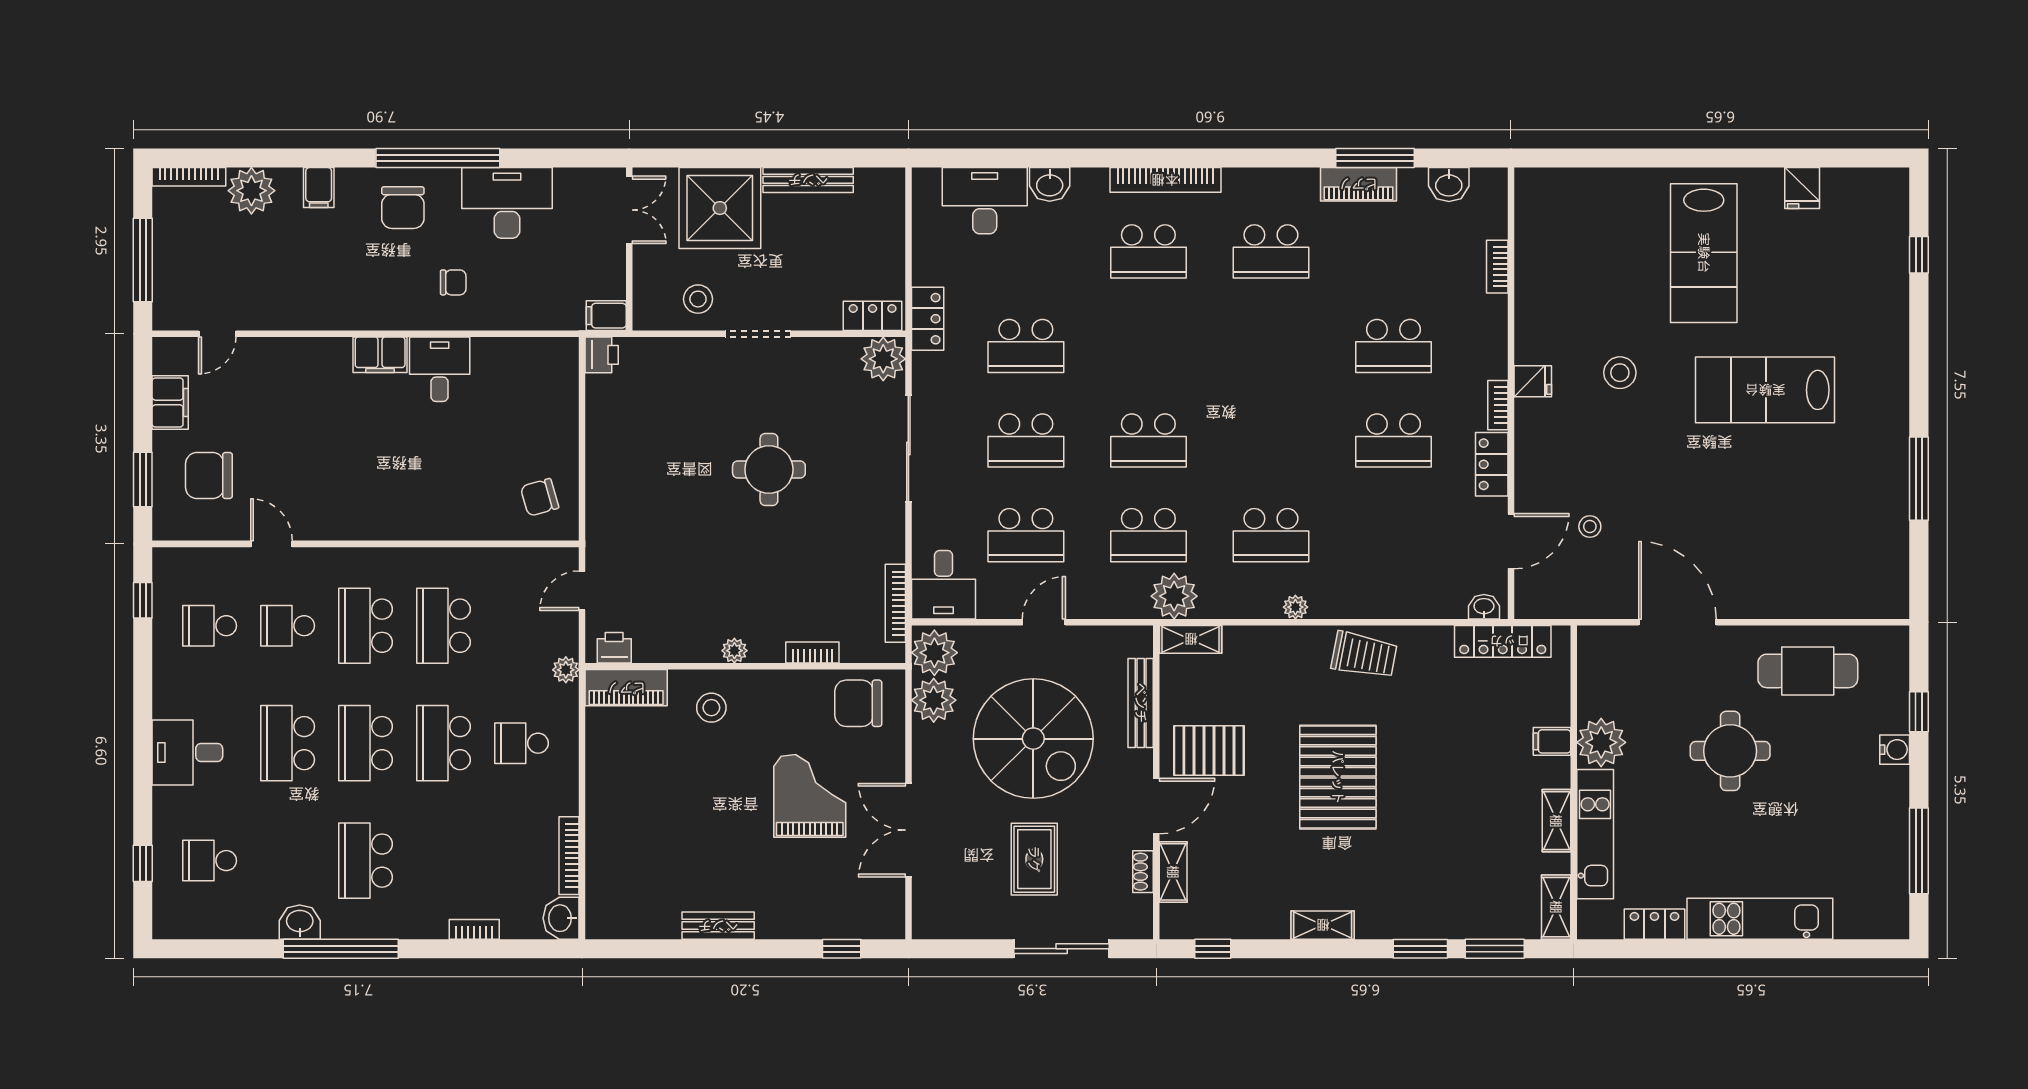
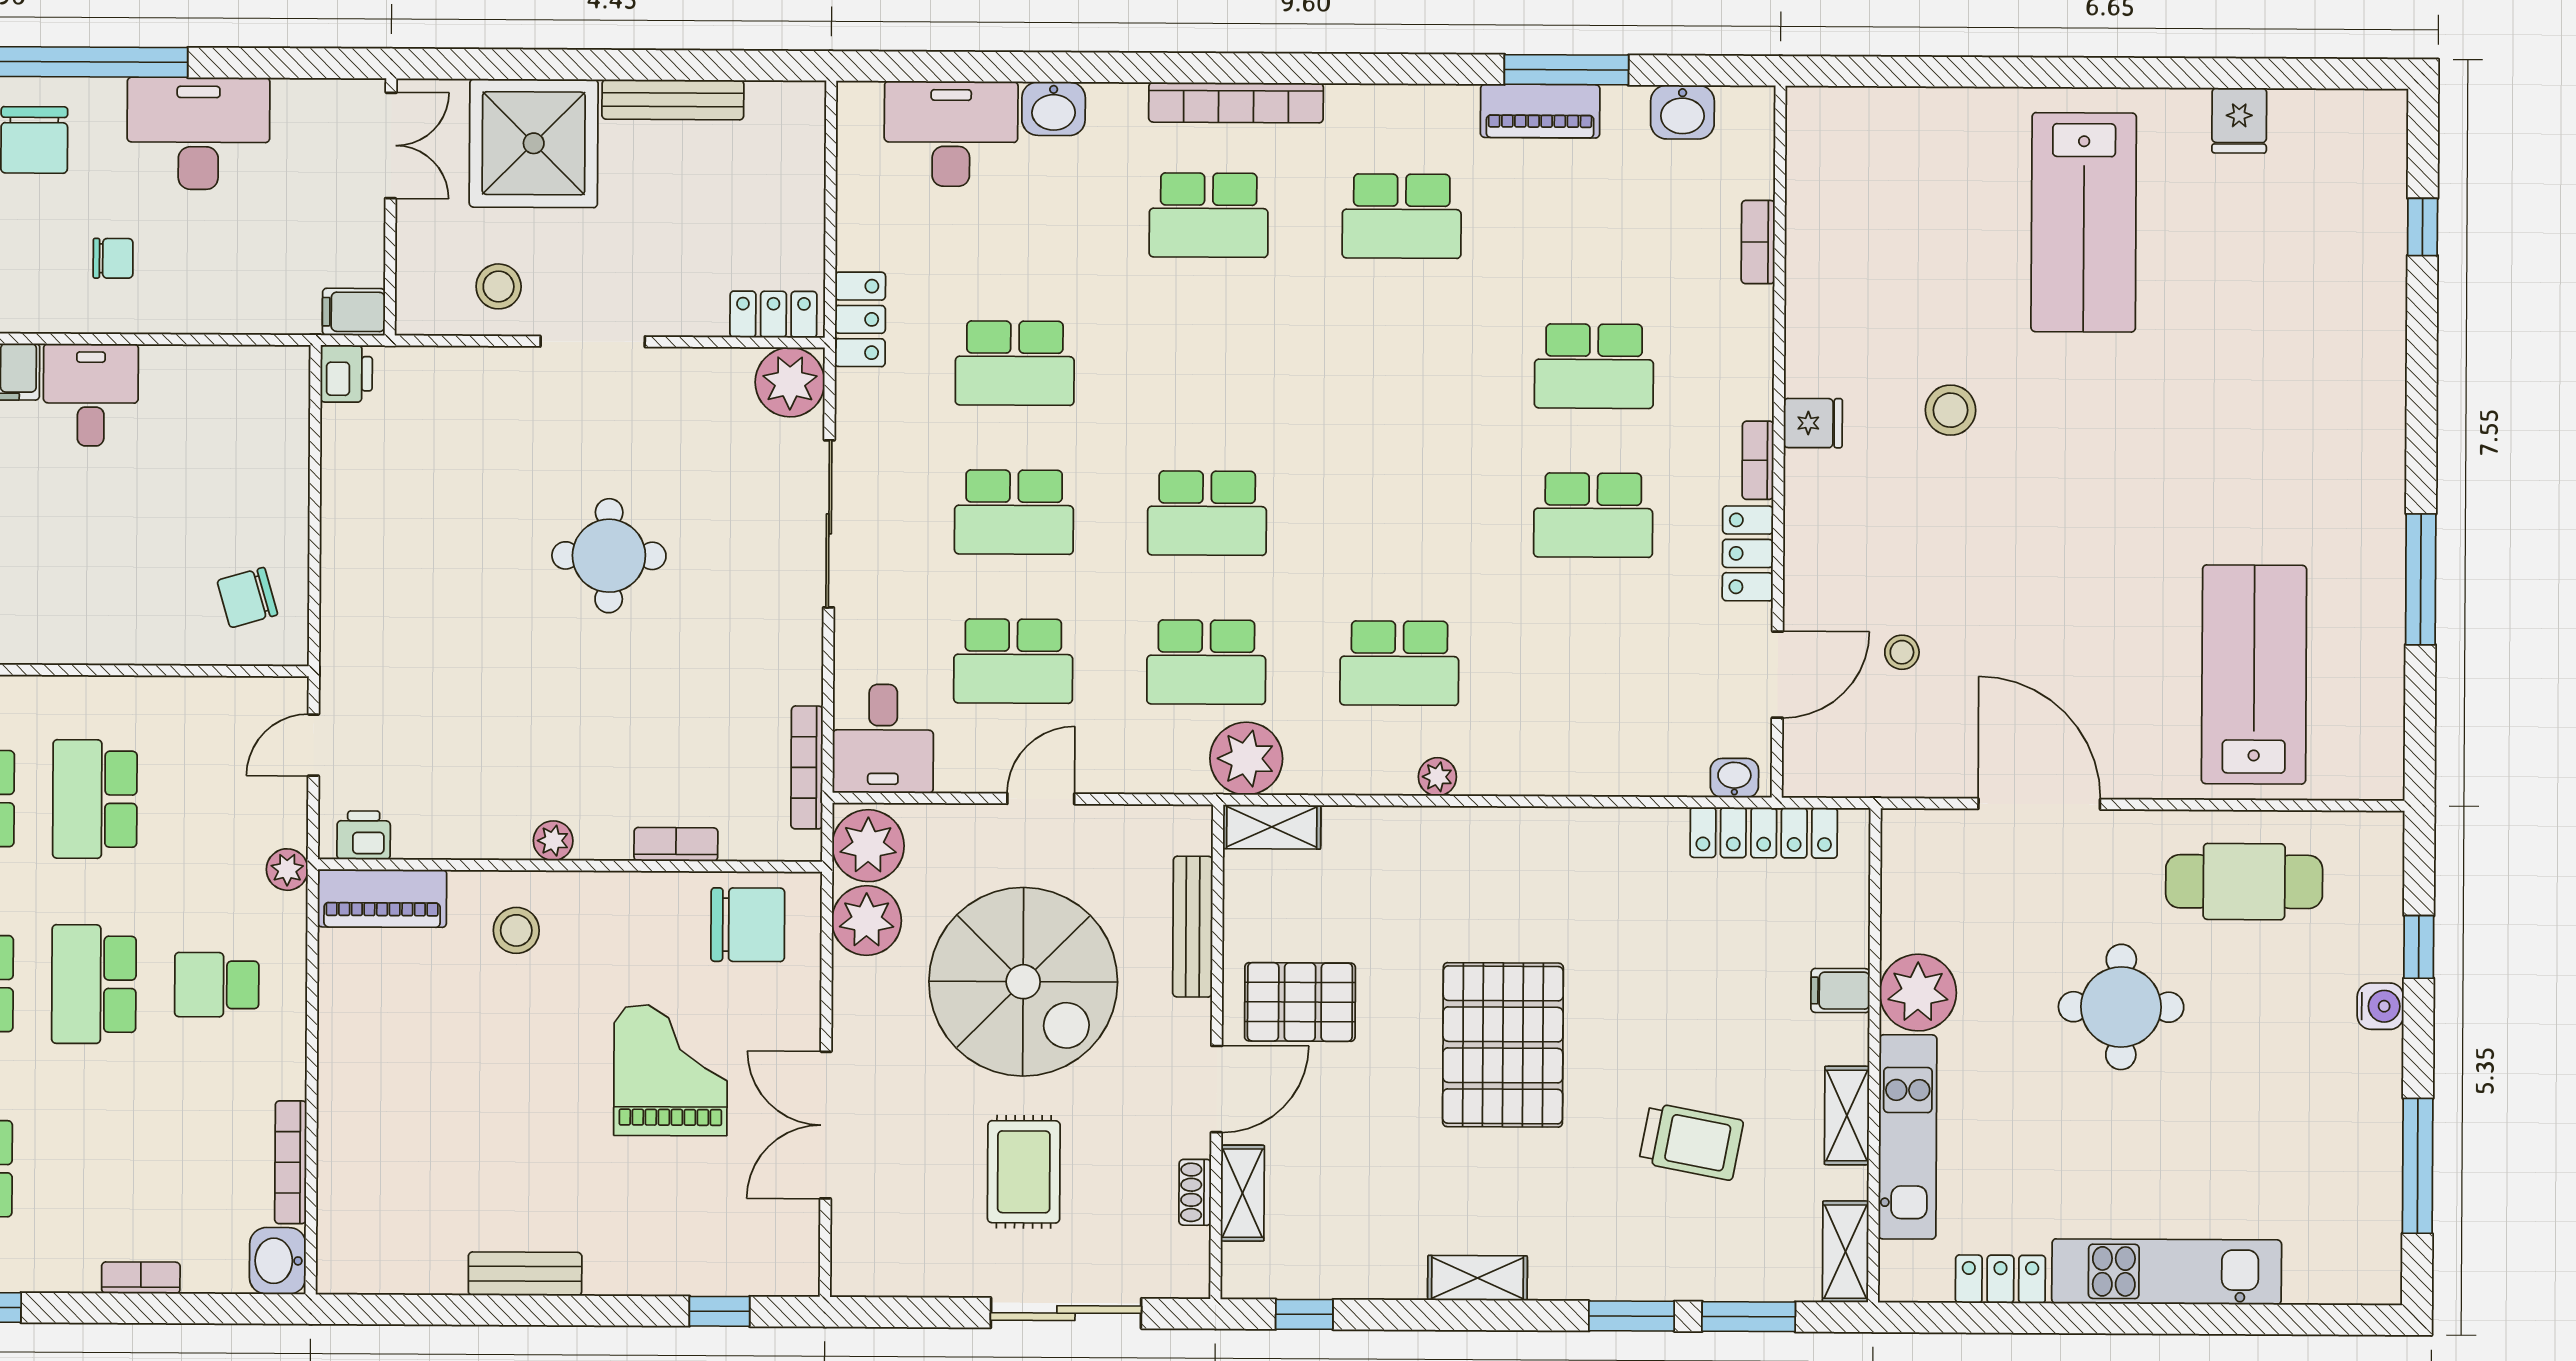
lab bench: (1765, 390) -> (2254, 675), moved, turned 90
trolley: (1364, 655) -> (1691, 1141), moved
chair: (858, 703) -> (748, 925), turned 180

